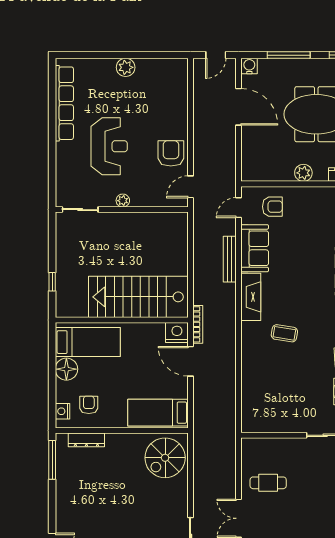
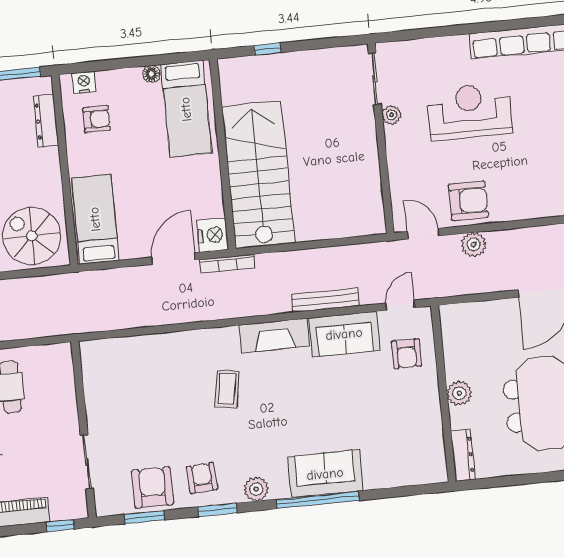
reception desk: (109, 146) -> (470, 111), turned 180
plant: (202, 153) -> (474, 244), added
plant: (123, 201) -> (391, 115), moved
door: (239, 208) -> (400, 305), hinge flipped
floor lamp: (66, 369) -> (151, 74), width x0.53, depth x0.53

